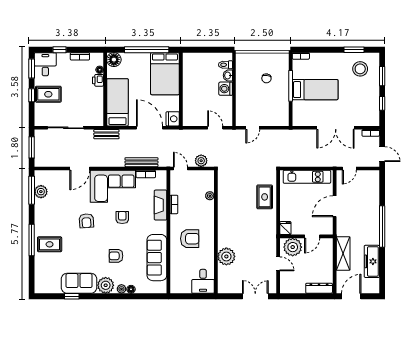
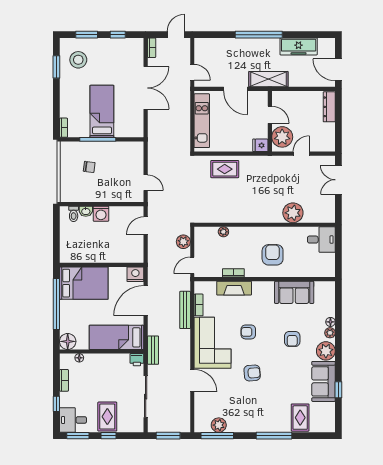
printer: (98, 80) -> (137, 360), moved
rug: (50, 244) -> (300, 418), moved
shelving: (343, 254) -> (268, 79), moved
sofa: (157, 258) -> (294, 292), width x0.73

